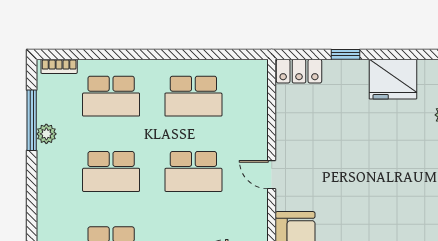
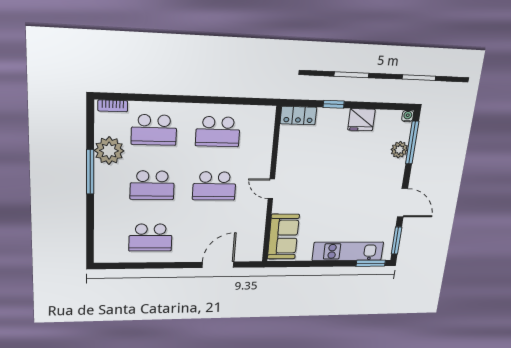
fridge: (393, 79) -> (361, 120), width x0.73, depth x0.75
window: (32, 120) -> (90, 172), moved
plant: (46, 134) -> (109, 151), width x1.87, depth x1.87

